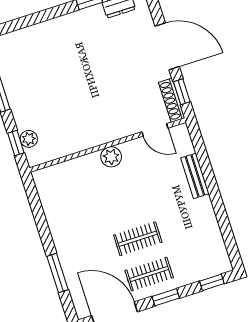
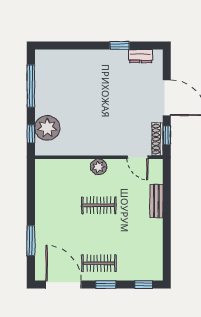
plant: (29, 139) -> (47, 128), width x1.87, depth x1.87
clothes rail: (138, 239) -> (99, 205), moved

